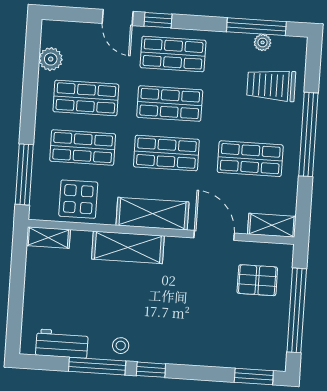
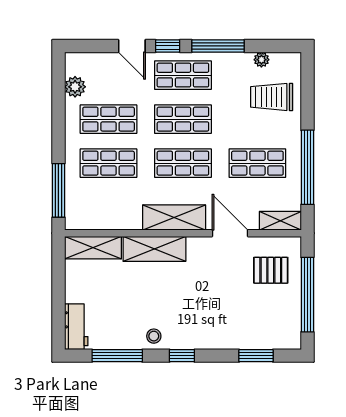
window: (256, 27) -> (218, 46), moved
window: (308, 134) -> (307, 167), moved
display table: (78, 199) -> (108, 209), removed
shelving: (48, 238) -> (93, 248), width x1.50, depth x1.33
workbench: (62, 344) -> (76, 327), moved, turned 90
window: (97, 366) -> (117, 356), moved
window: (254, 377) -> (256, 356), moved

